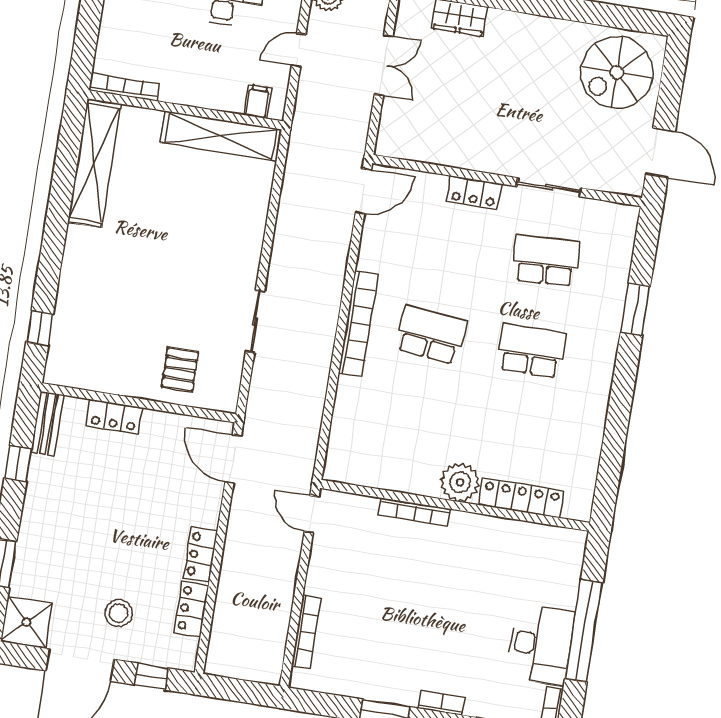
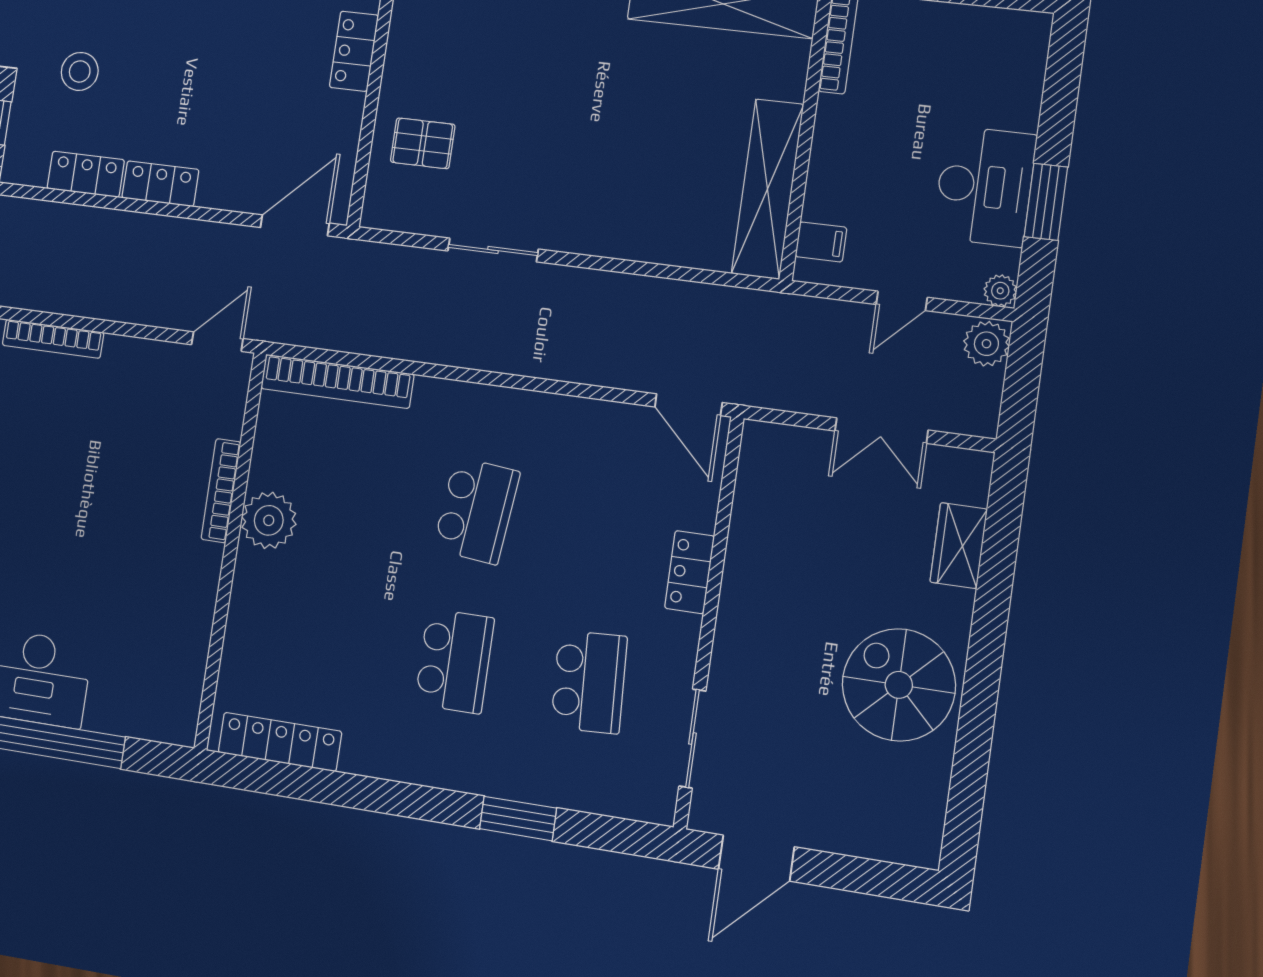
door: (299, 50) -> (902, 301), swing flipped
spiral stairs: (617, 72) -> (899, 685), moved
sliding door: (549, 187) -> (692, 739), moved
bookcase: (358, 324) -> (337, 381), moved
plant: (460, 482) -> (269, 520), moved
locker: (521, 498) -> (280, 742), moved, turned -90

